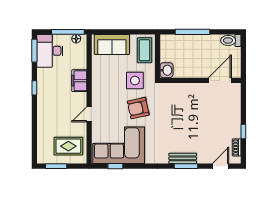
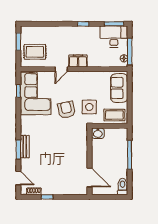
filing cabinet: (79, 81) -> (78, 61), moved
door: (89, 114) -> (61, 69), swing flipped
rug: (68, 146) -> (35, 52), turned 90

